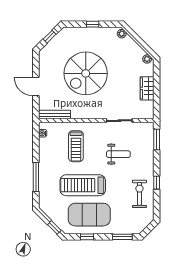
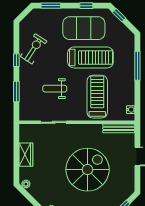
window: (157, 139) -> (16, 91), moved
treadmill: (76, 146) -> (97, 97), width x1.37, depth x1.38
exercise bike: (139, 194) -> (34, 49), turned -147

